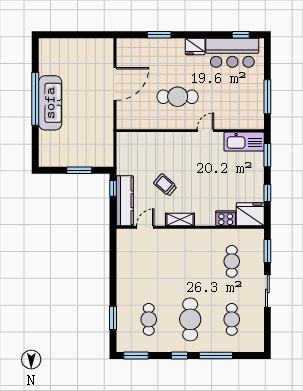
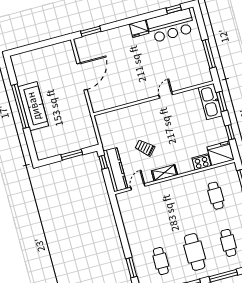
window: (159, 35) -> (91, 31), moved
cafe table: (178, 97) -> (136, 73), removed
kitchen sink: (244, 142) -> (210, 102), moved, turned 90

